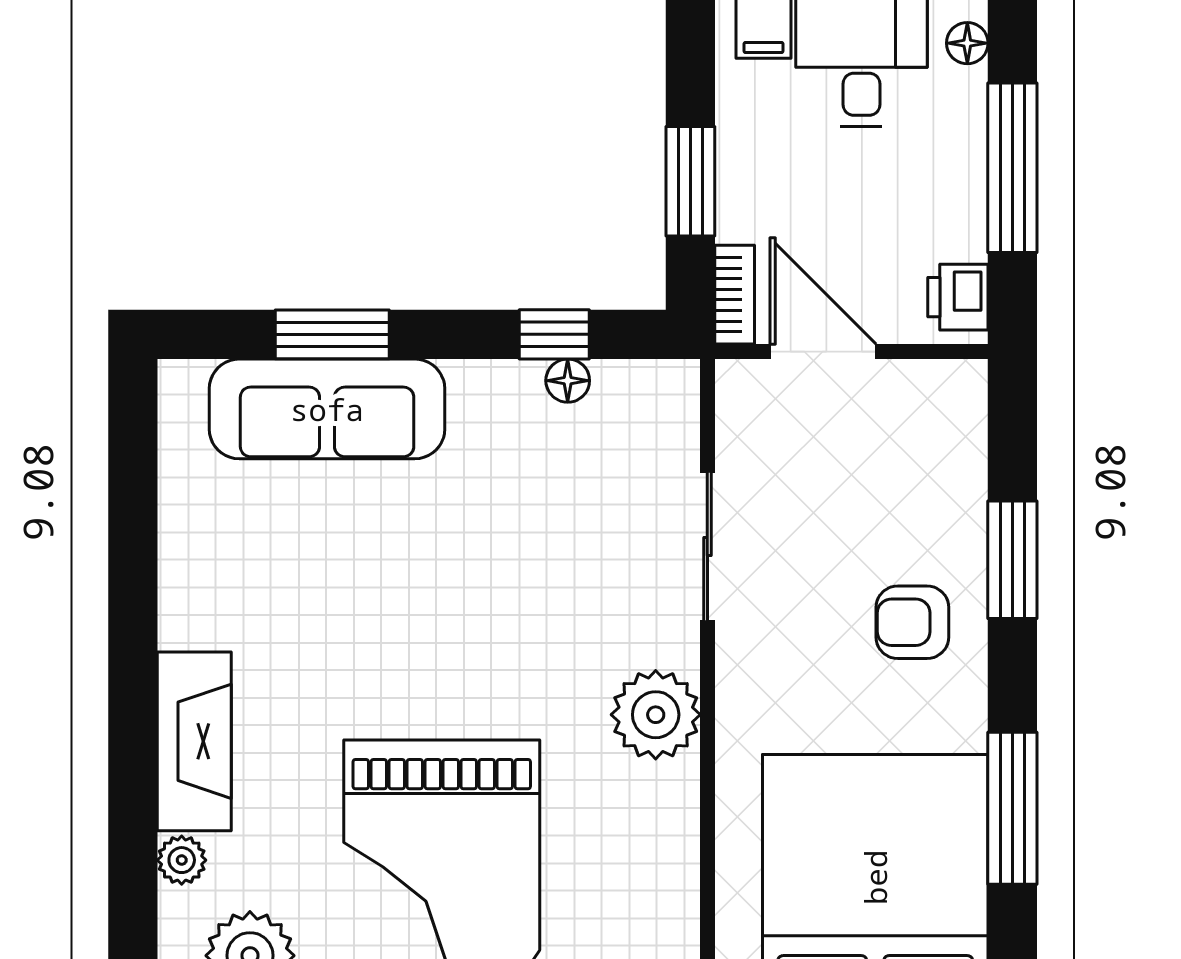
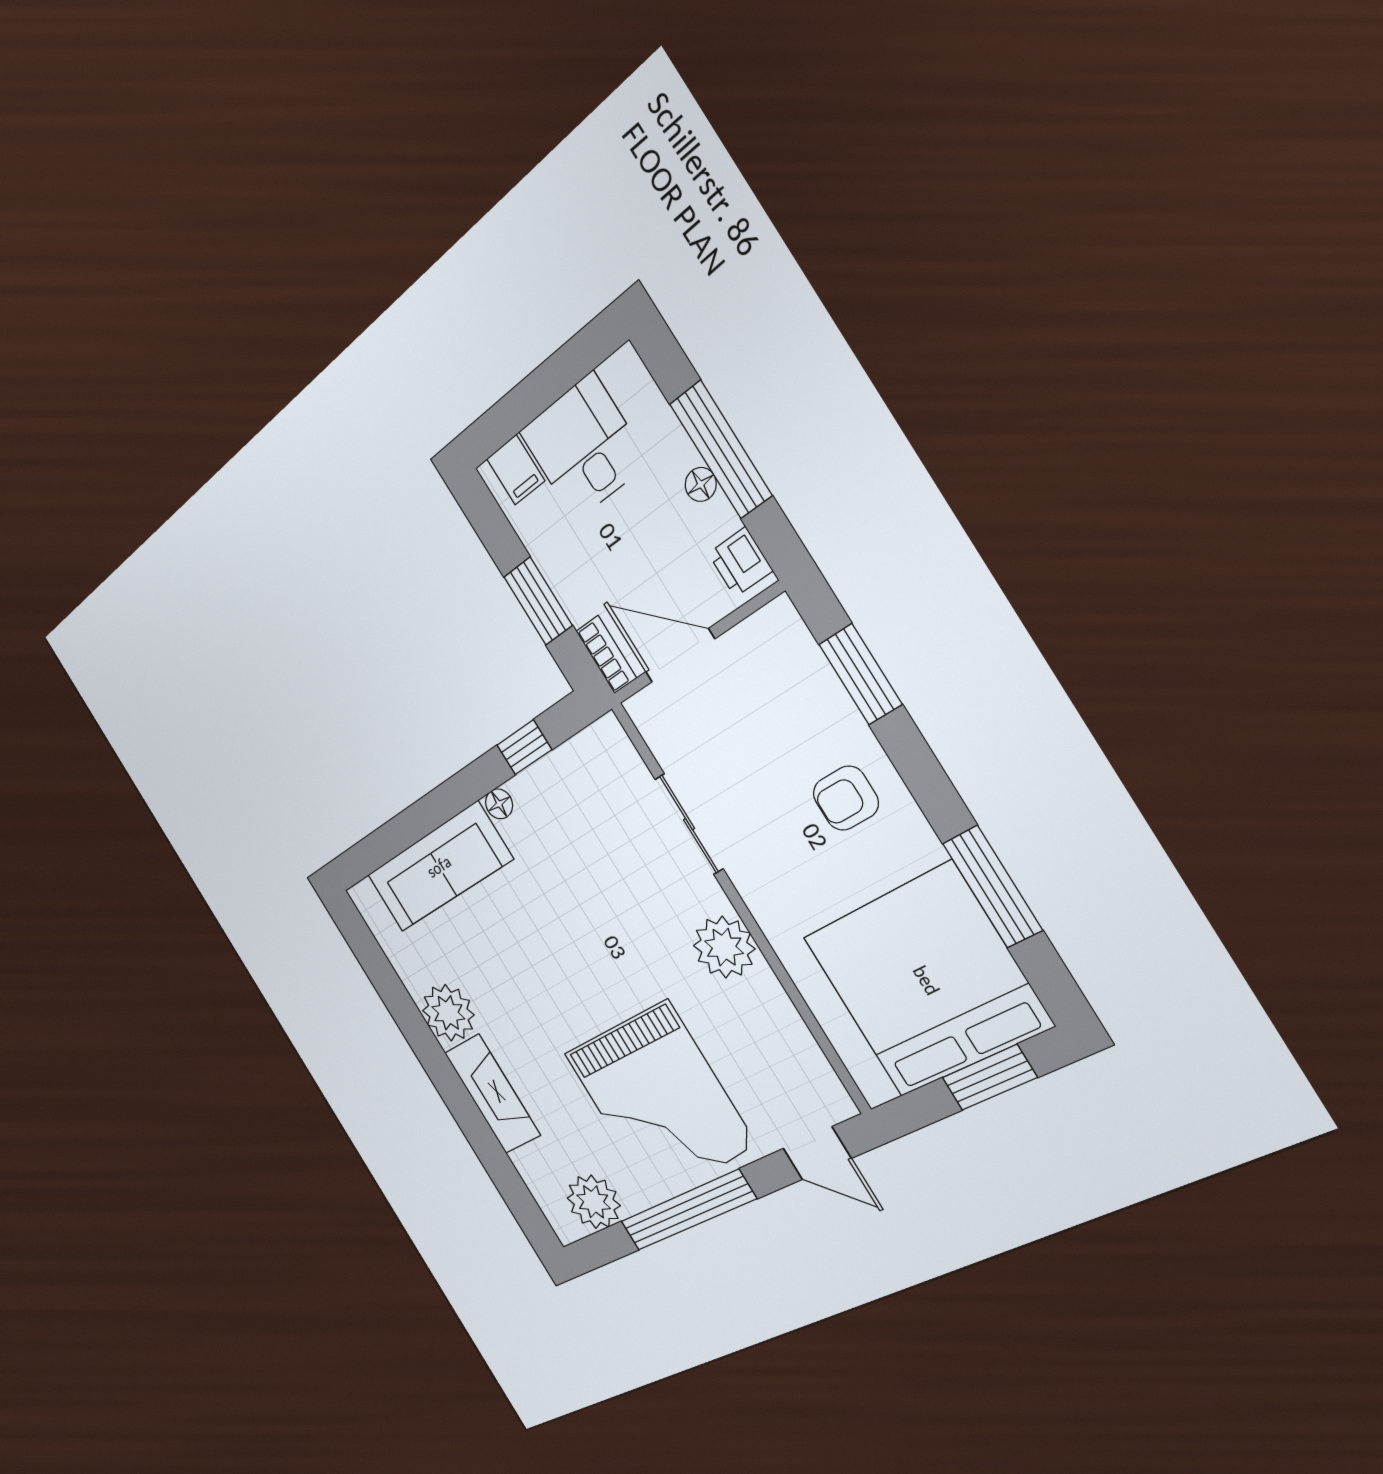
floor lamp: (967, 43) -> (701, 484), moved
window: (332, 334) -> (415, 823), removed
floor lamp: (568, 381) -> (499, 804), moved
window: (1012, 560) -> (860, 674), moved
plant: (182, 860) -> (448, 1013), moved, width x1.88, depth x1.88

